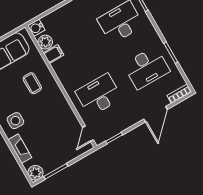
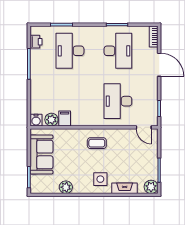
coffee table: (32, 83) -> (97, 143), moved

